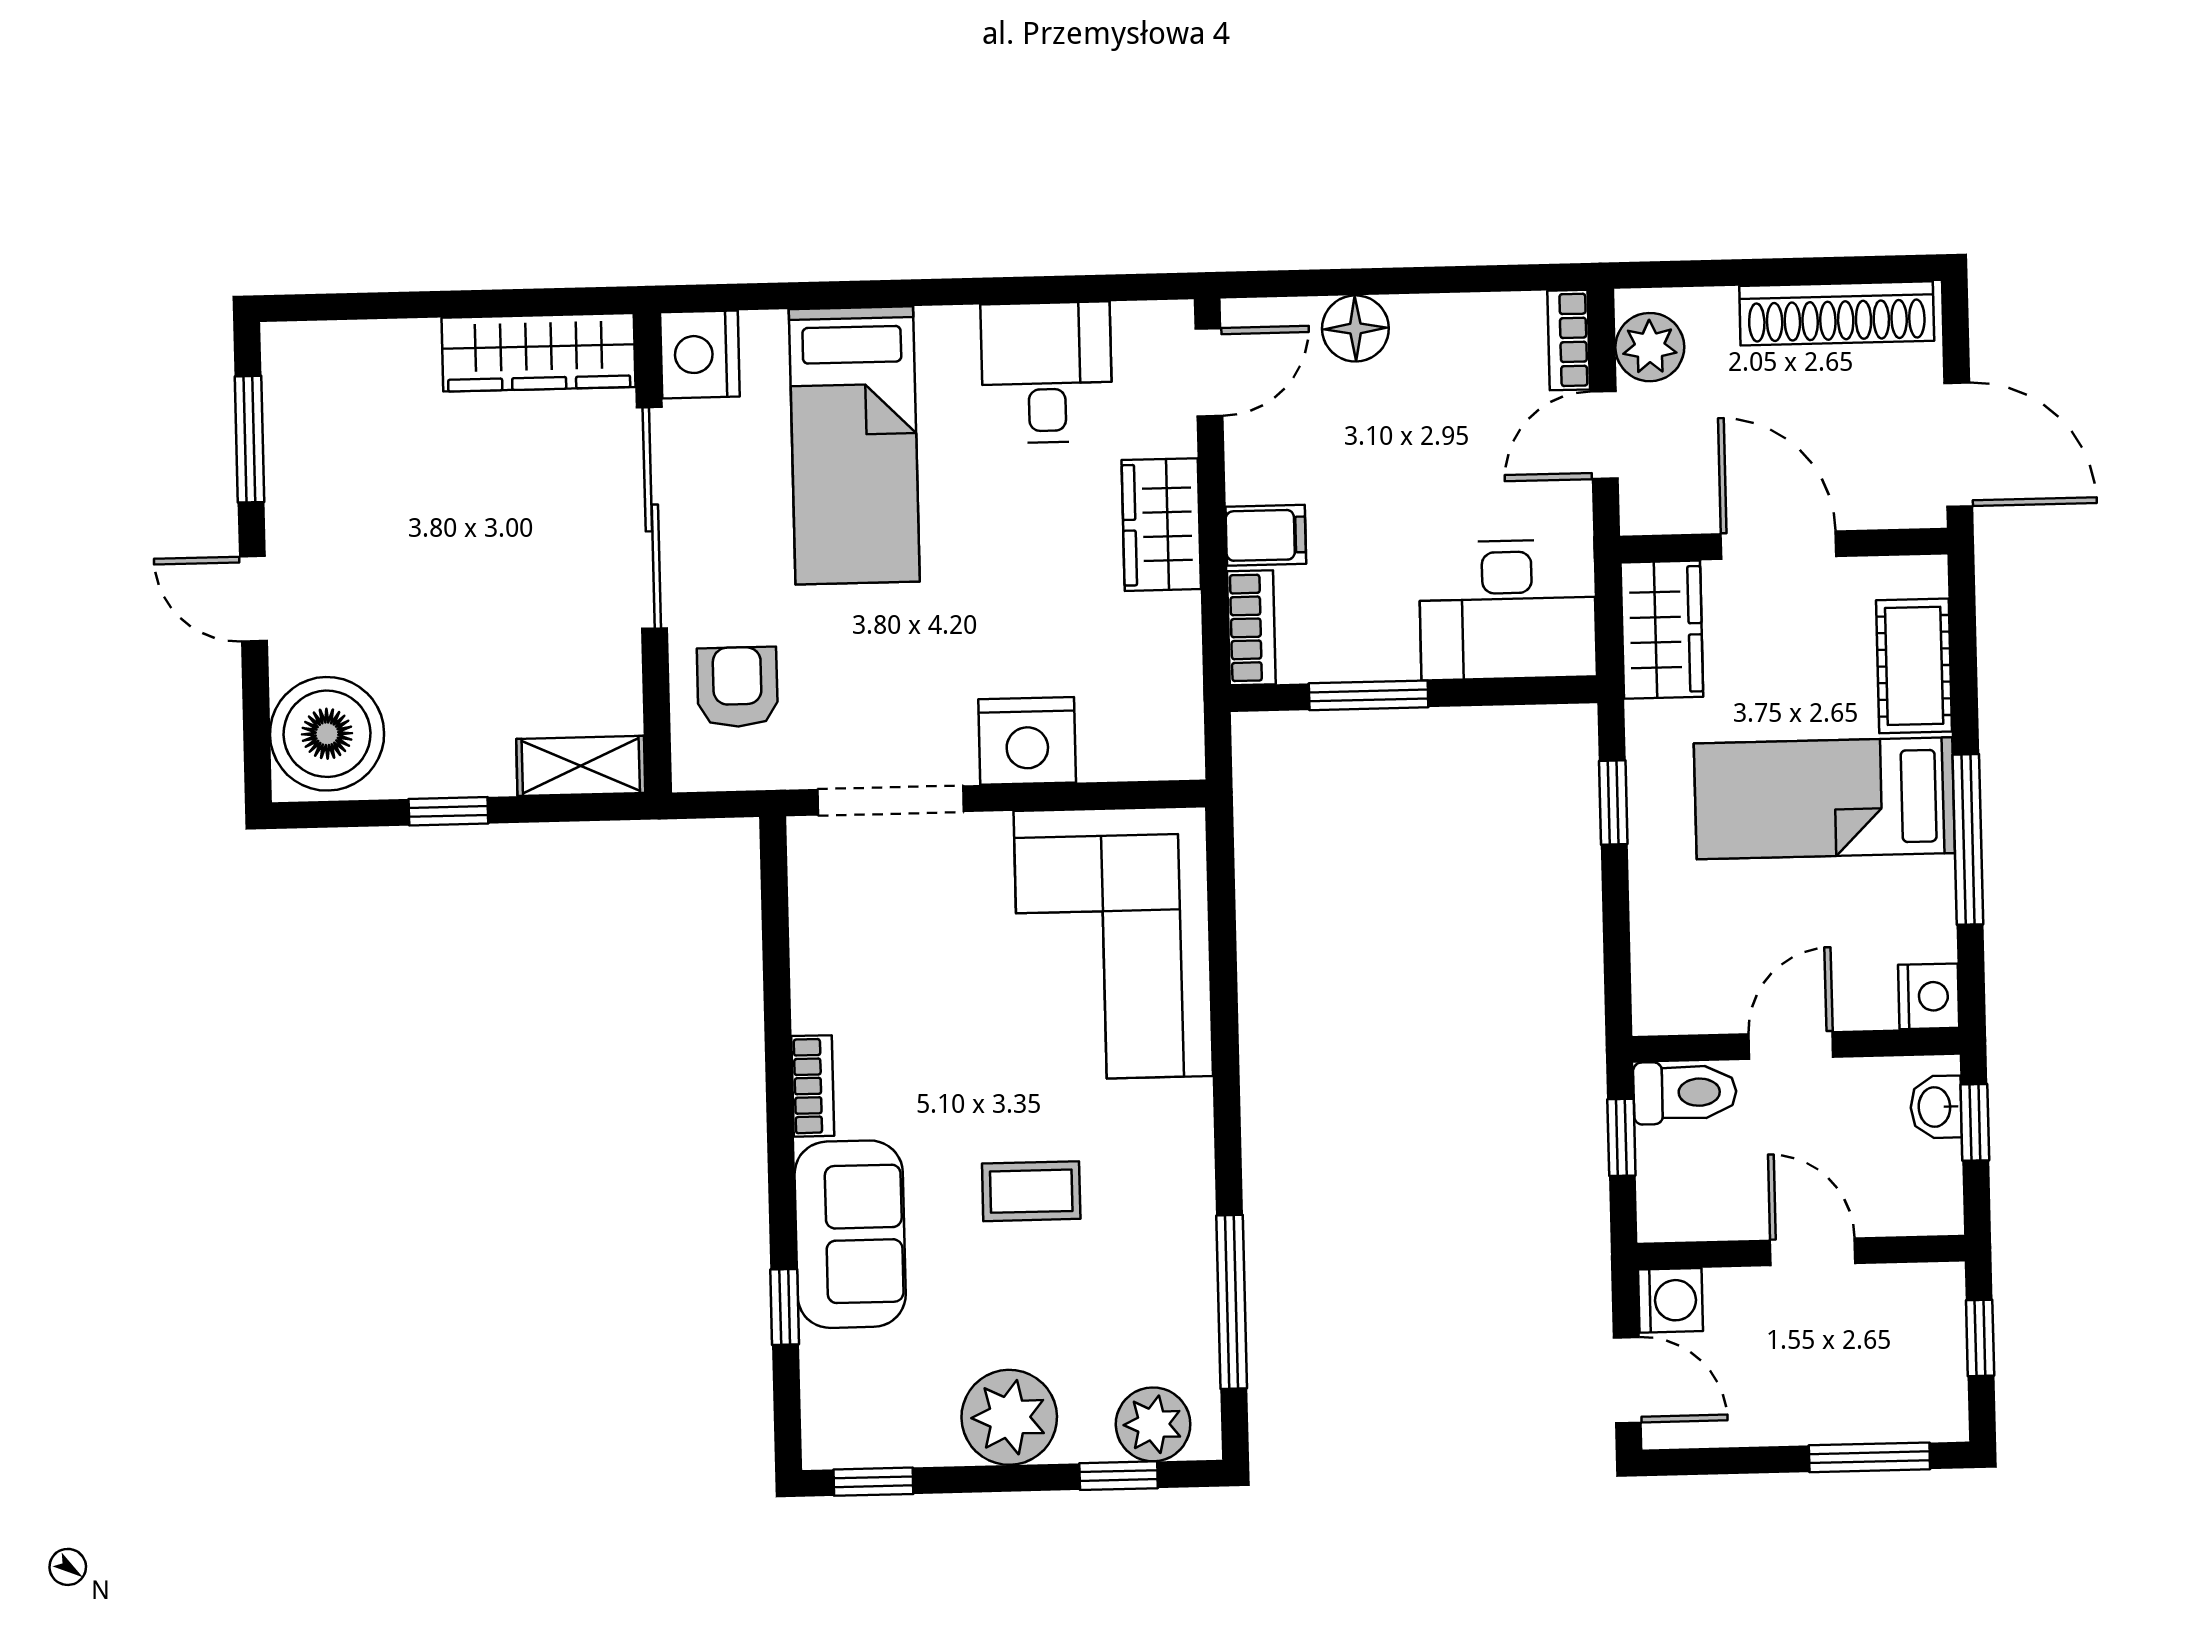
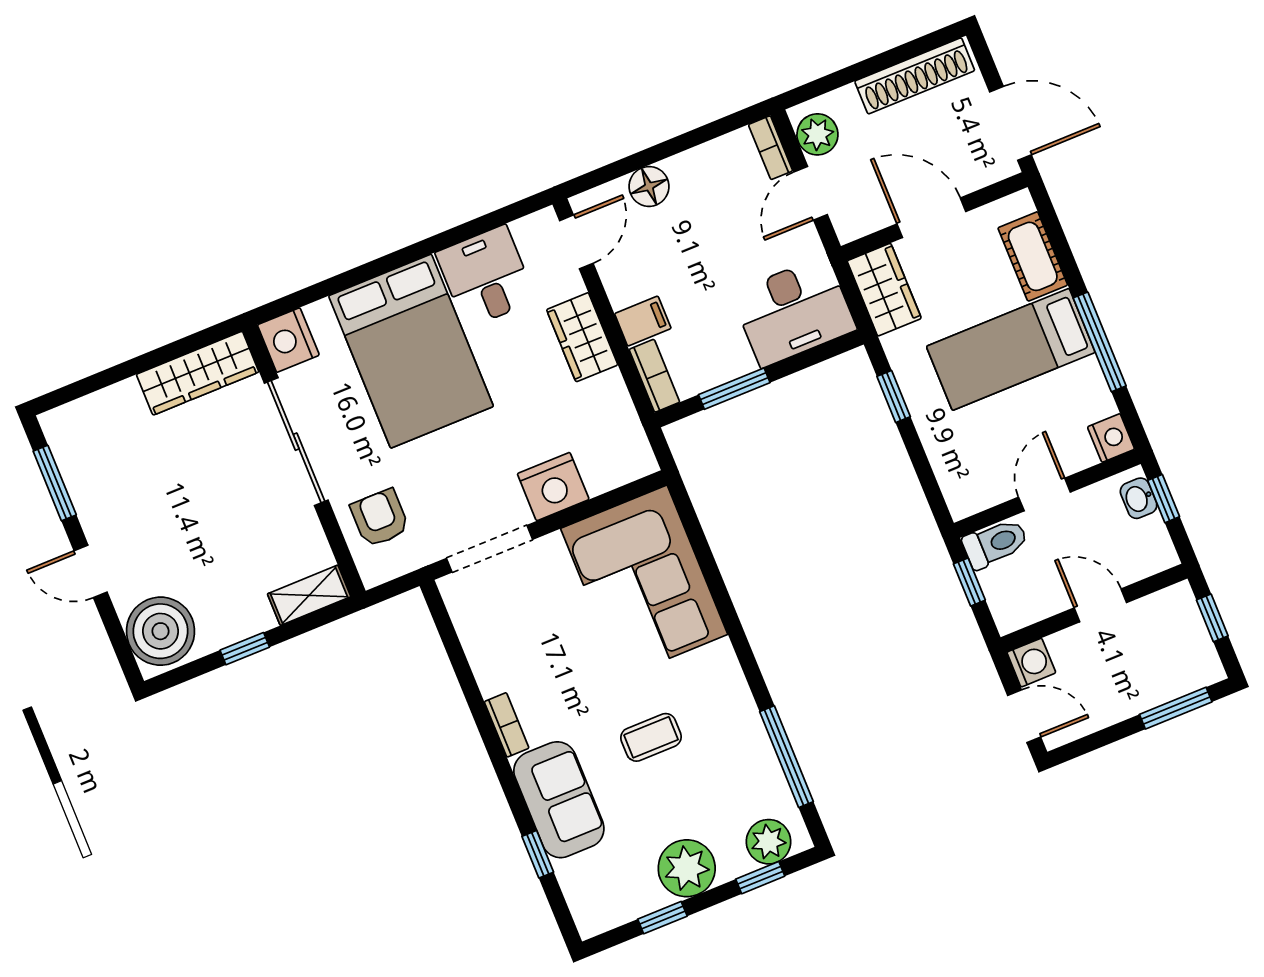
bed: (854, 445) -> (411, 351), width x1.50
window: (873, 1482) -> (662, 918), moved

